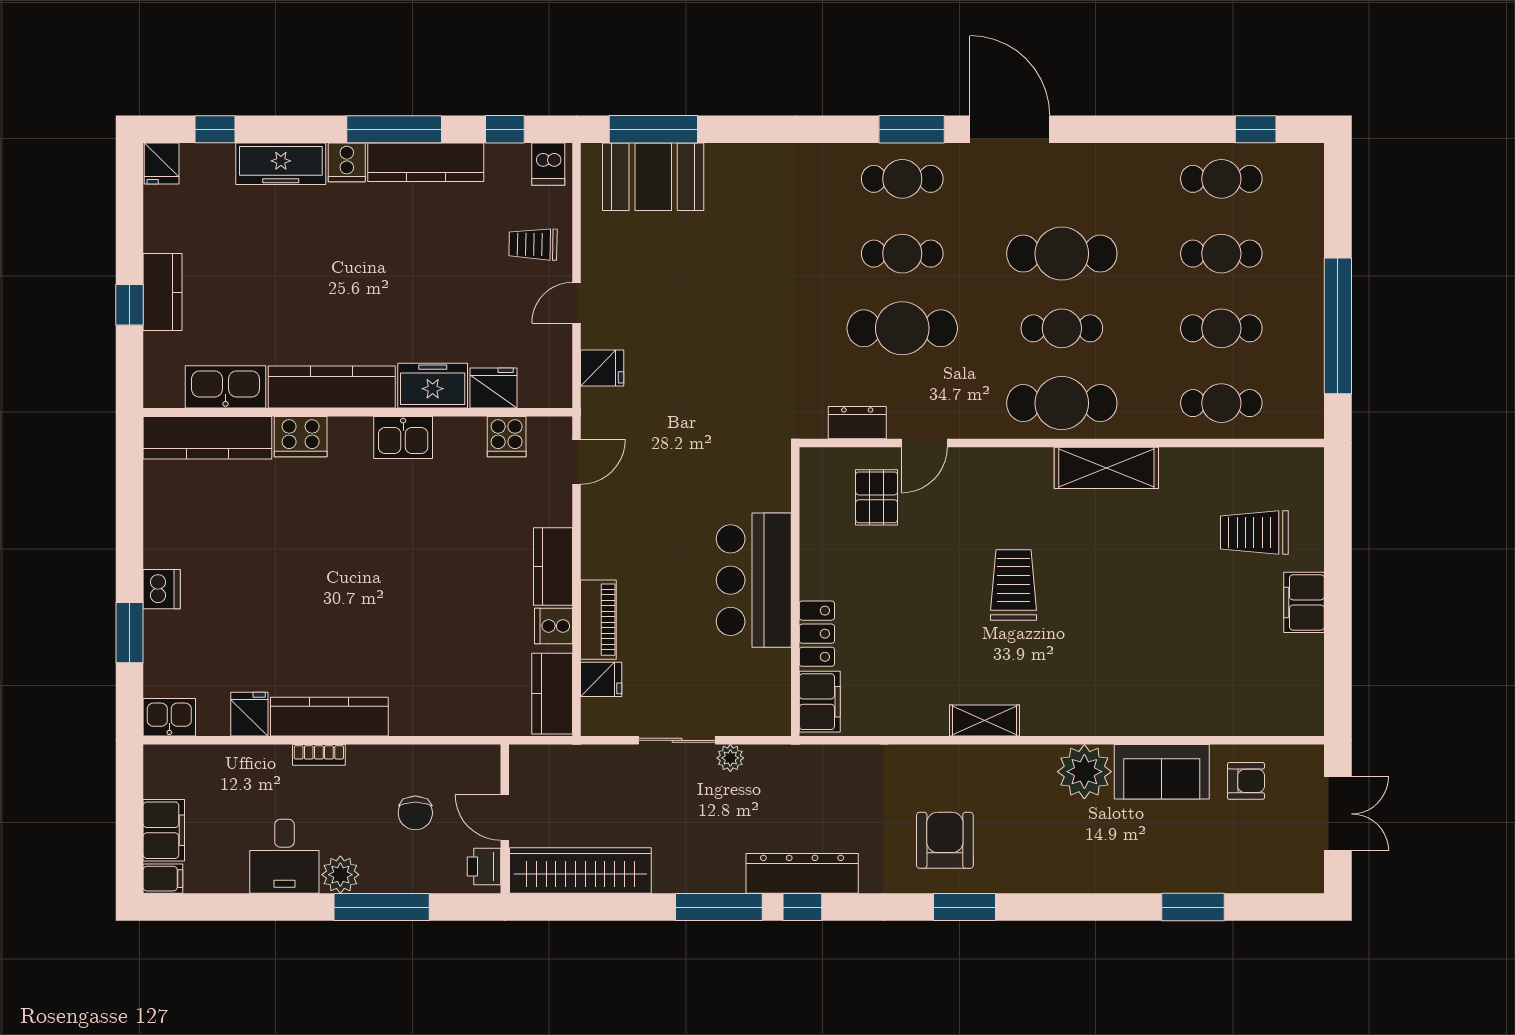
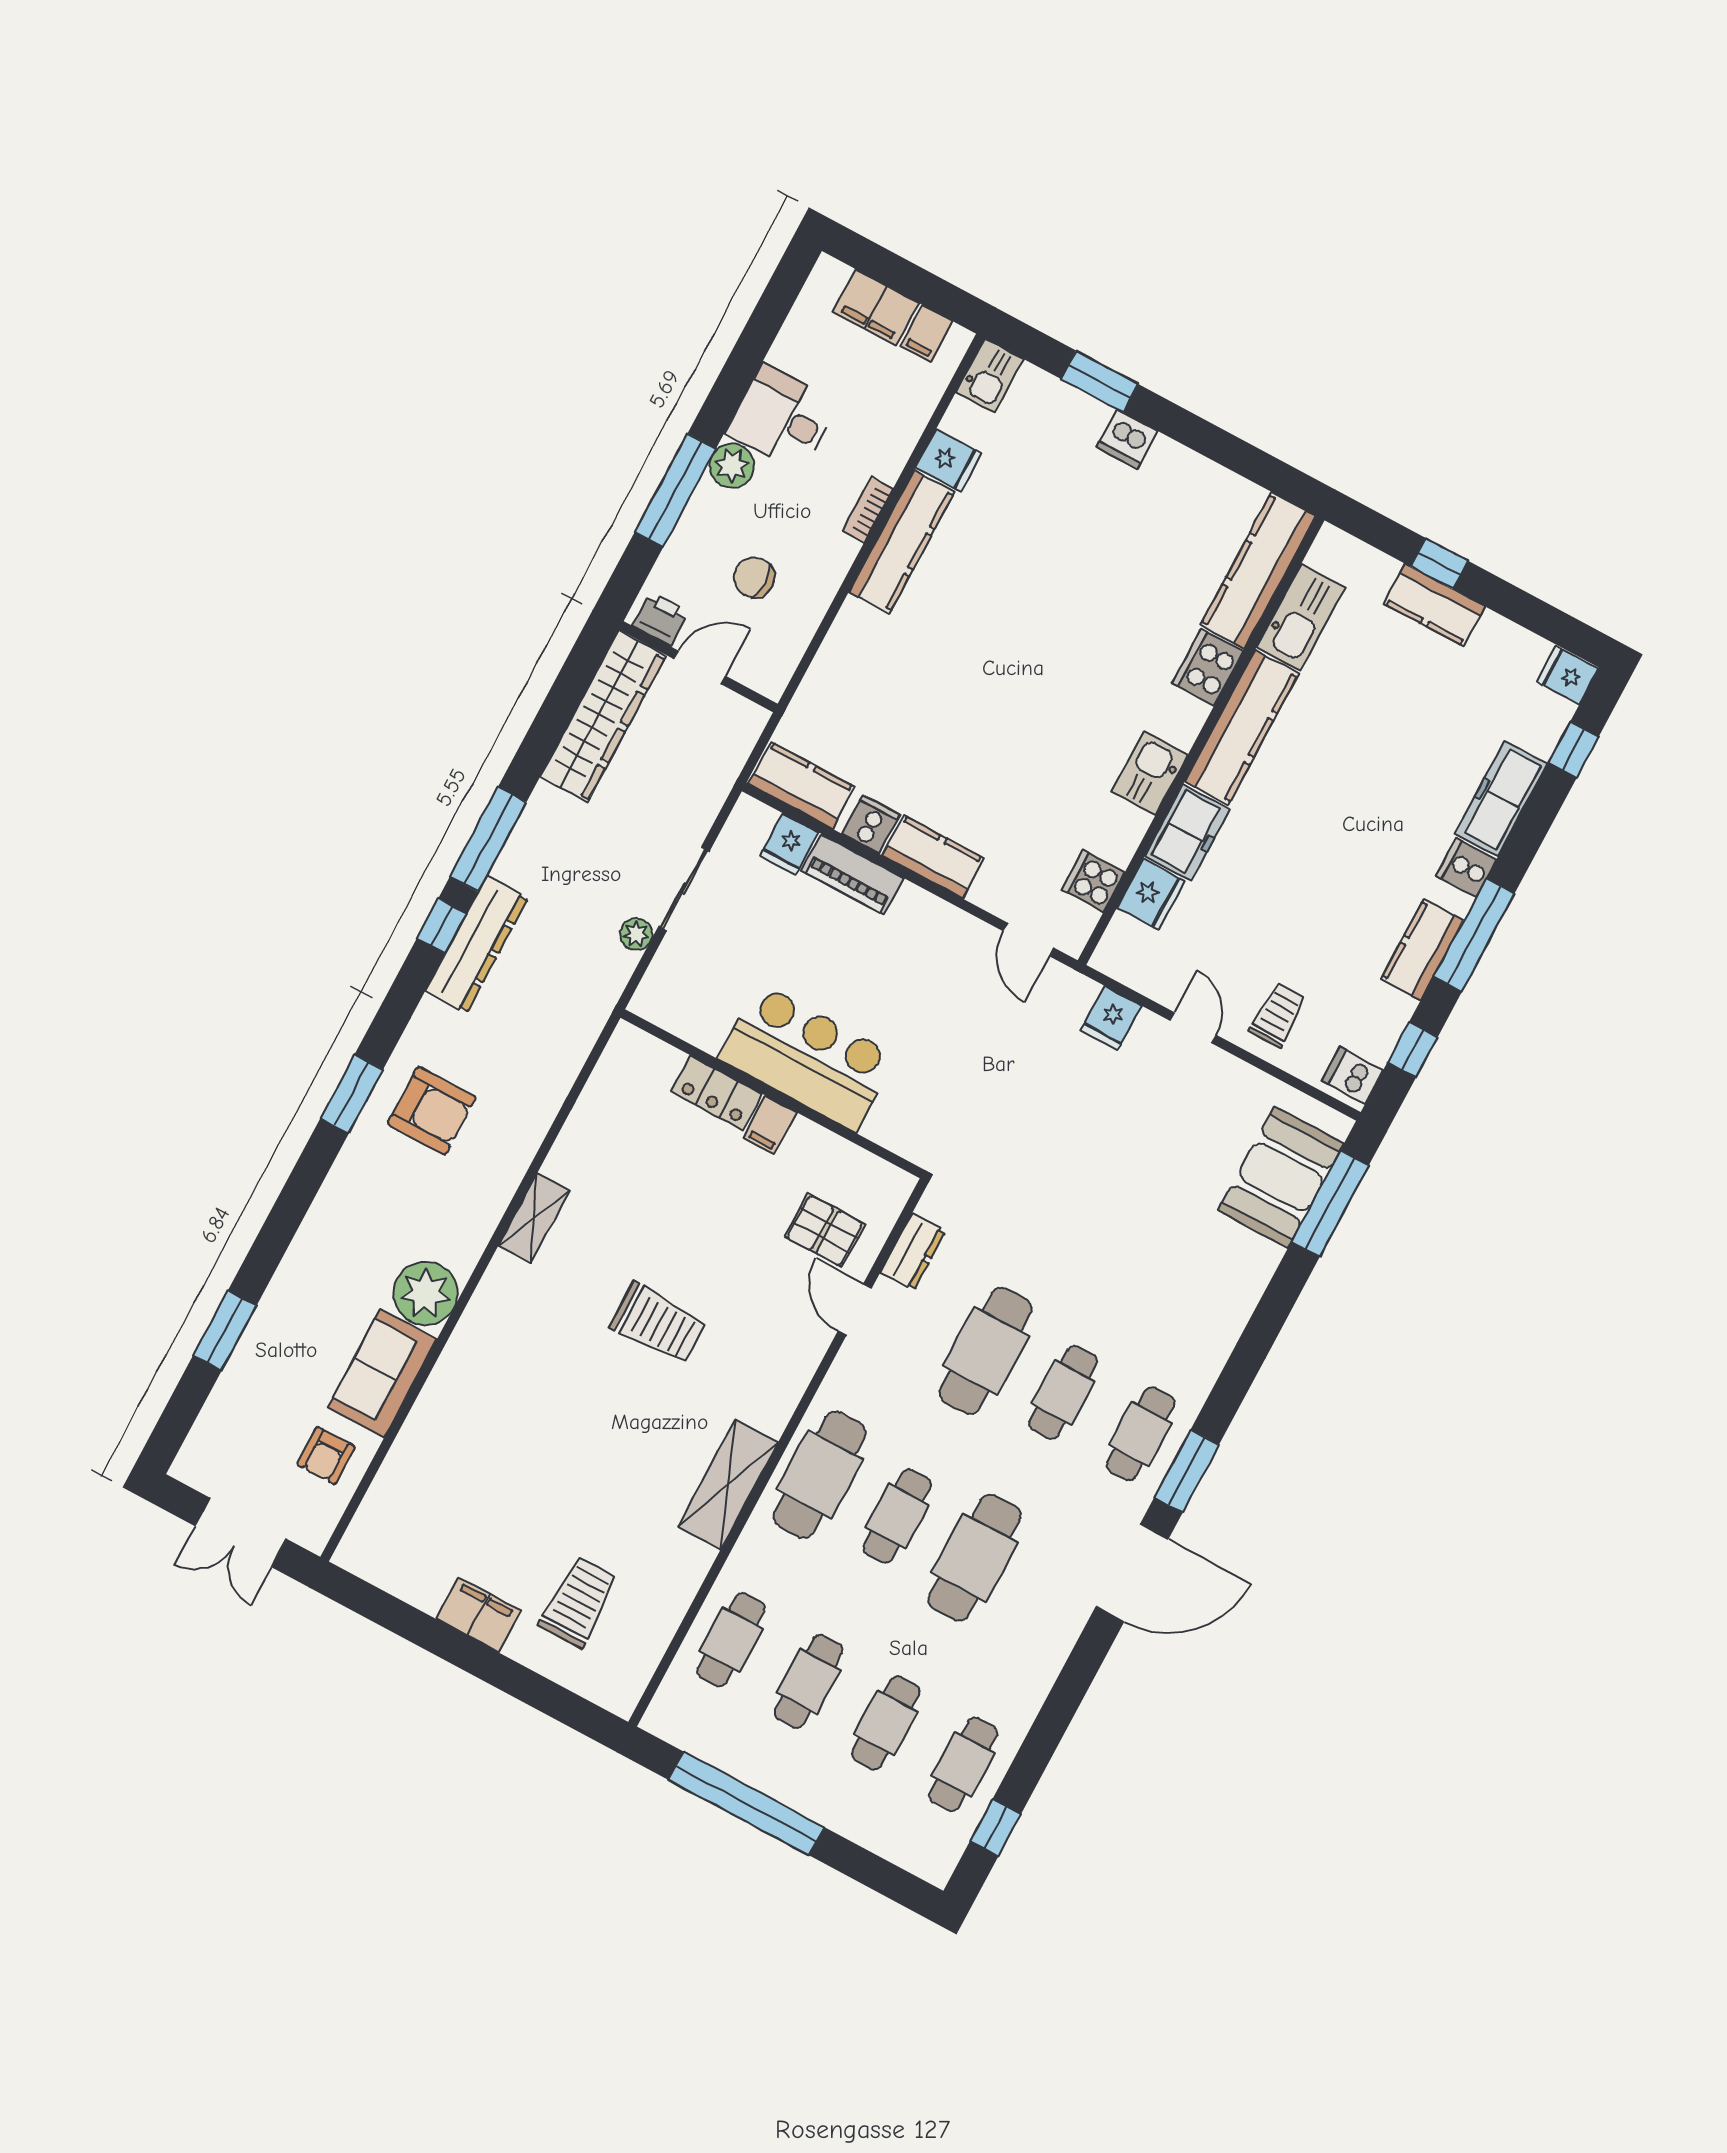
kitchen counter: (426, 162) -> (1422, 950), width x0.67
filing cabinet: (820, 702) -> (770, 1125), moved, width x0.50
filing cabinet: (163, 879) -> (927, 333), moved

